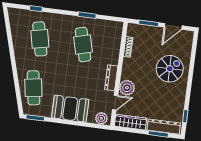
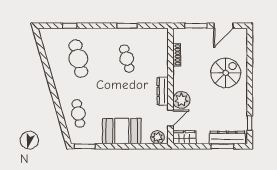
cafe table: (83, 45) -> (127, 59), width x0.73, depth x0.74
cafe table: (33, 88) -> (78, 113), width x0.73, depth x0.74
wardrobe: (130, 122) -> (184, 137), width x0.67

